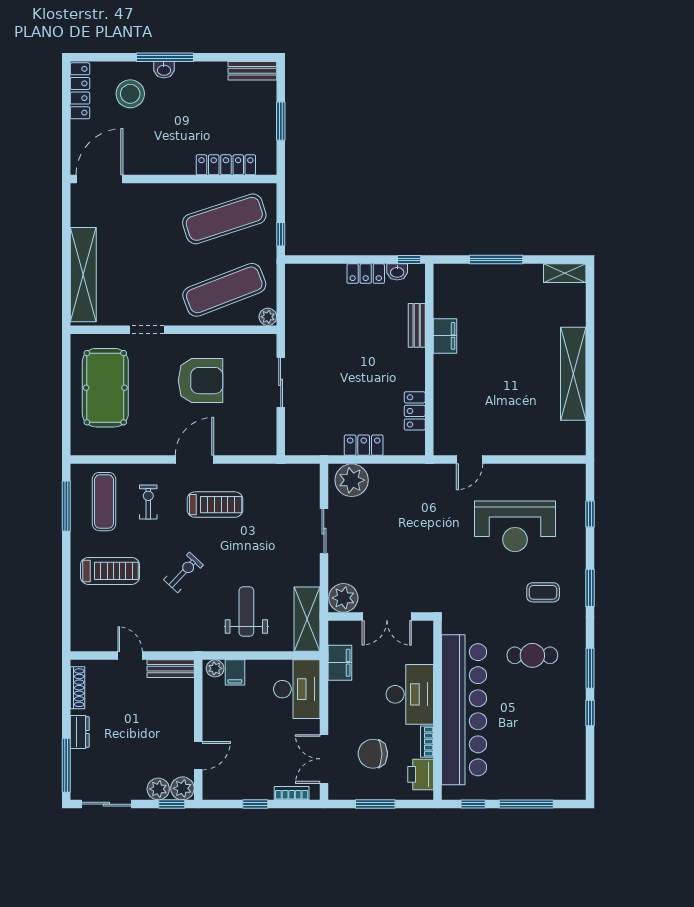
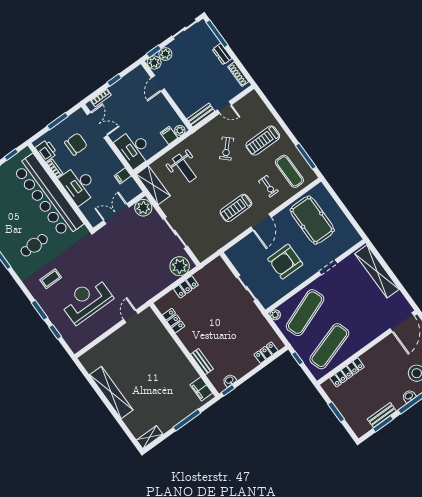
window: (228, 57) -> (383, 424), added
bench: (252, 71) -> (382, 415), moved
locker: (366, 274) -> (266, 353), moved
filing cabinet: (445, 336) -> (201, 389), moved
pool table: (105, 388) -> (312, 220), moved
sliding door: (324, 531) -> (175, 233), width x1.37
exercise bike: (183, 572) -> (227, 149), moved
window: (590, 588) -> (40, 310), moved
filing cabinet: (340, 663) -> (123, 176), width x0.50

